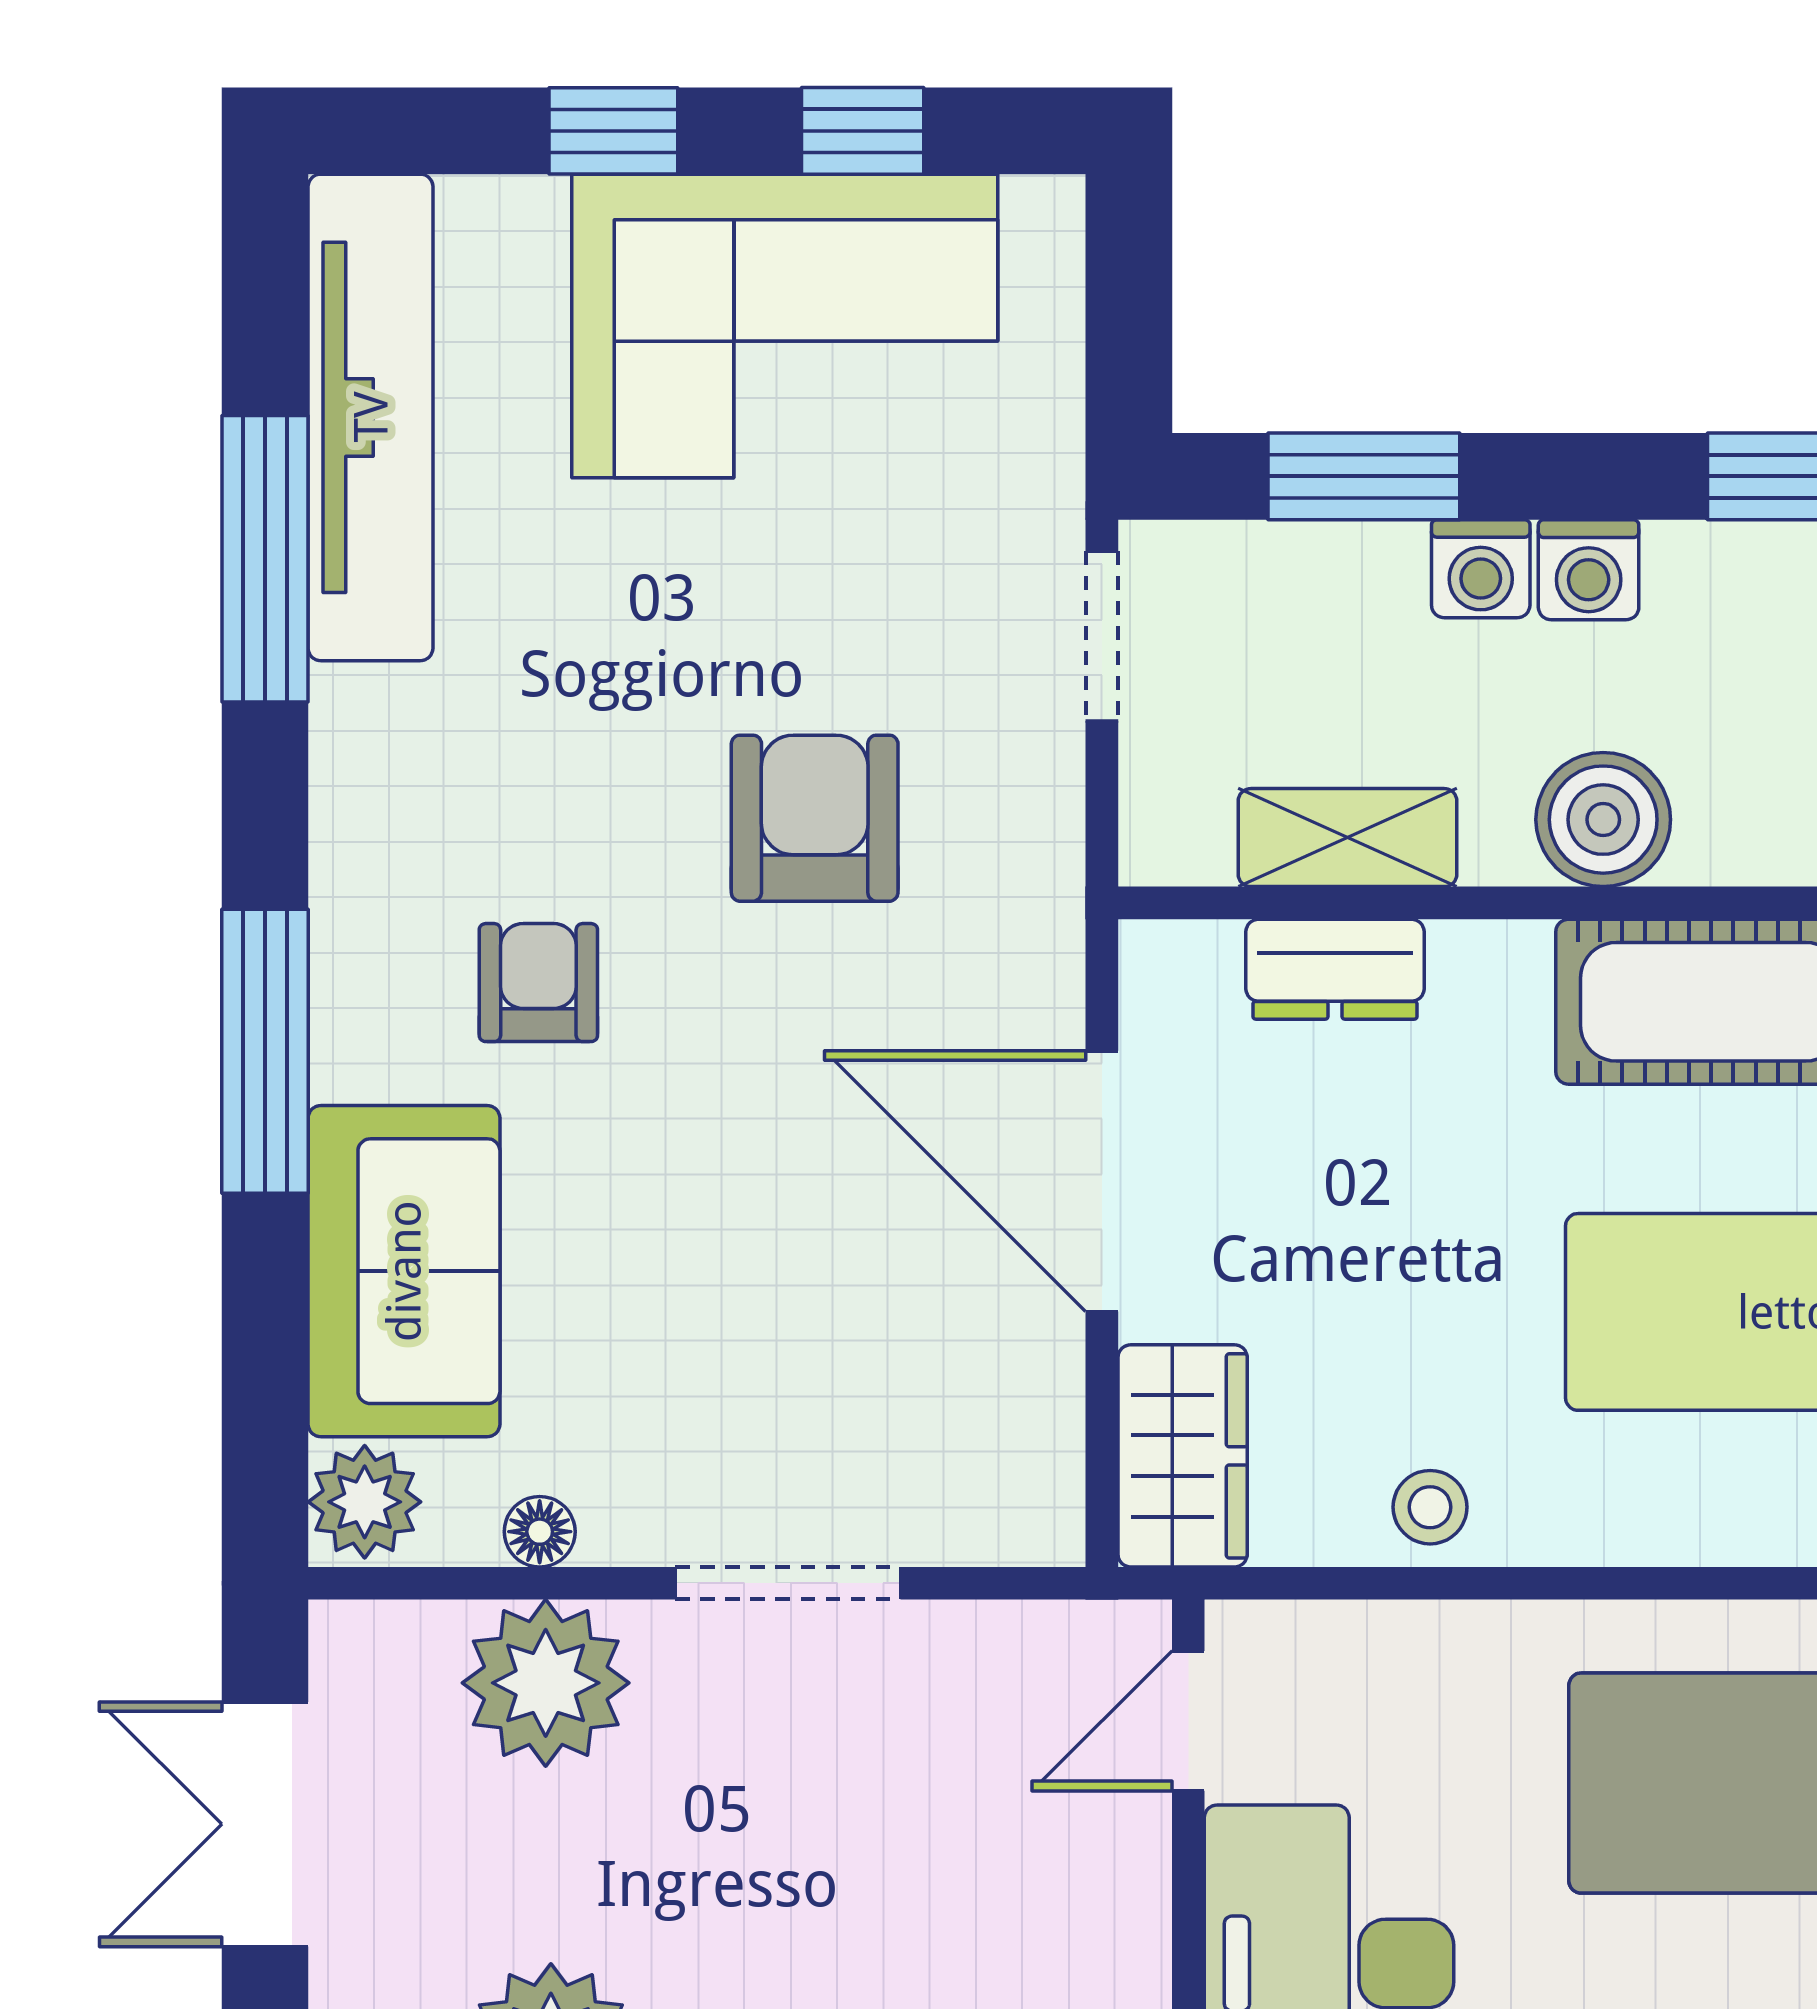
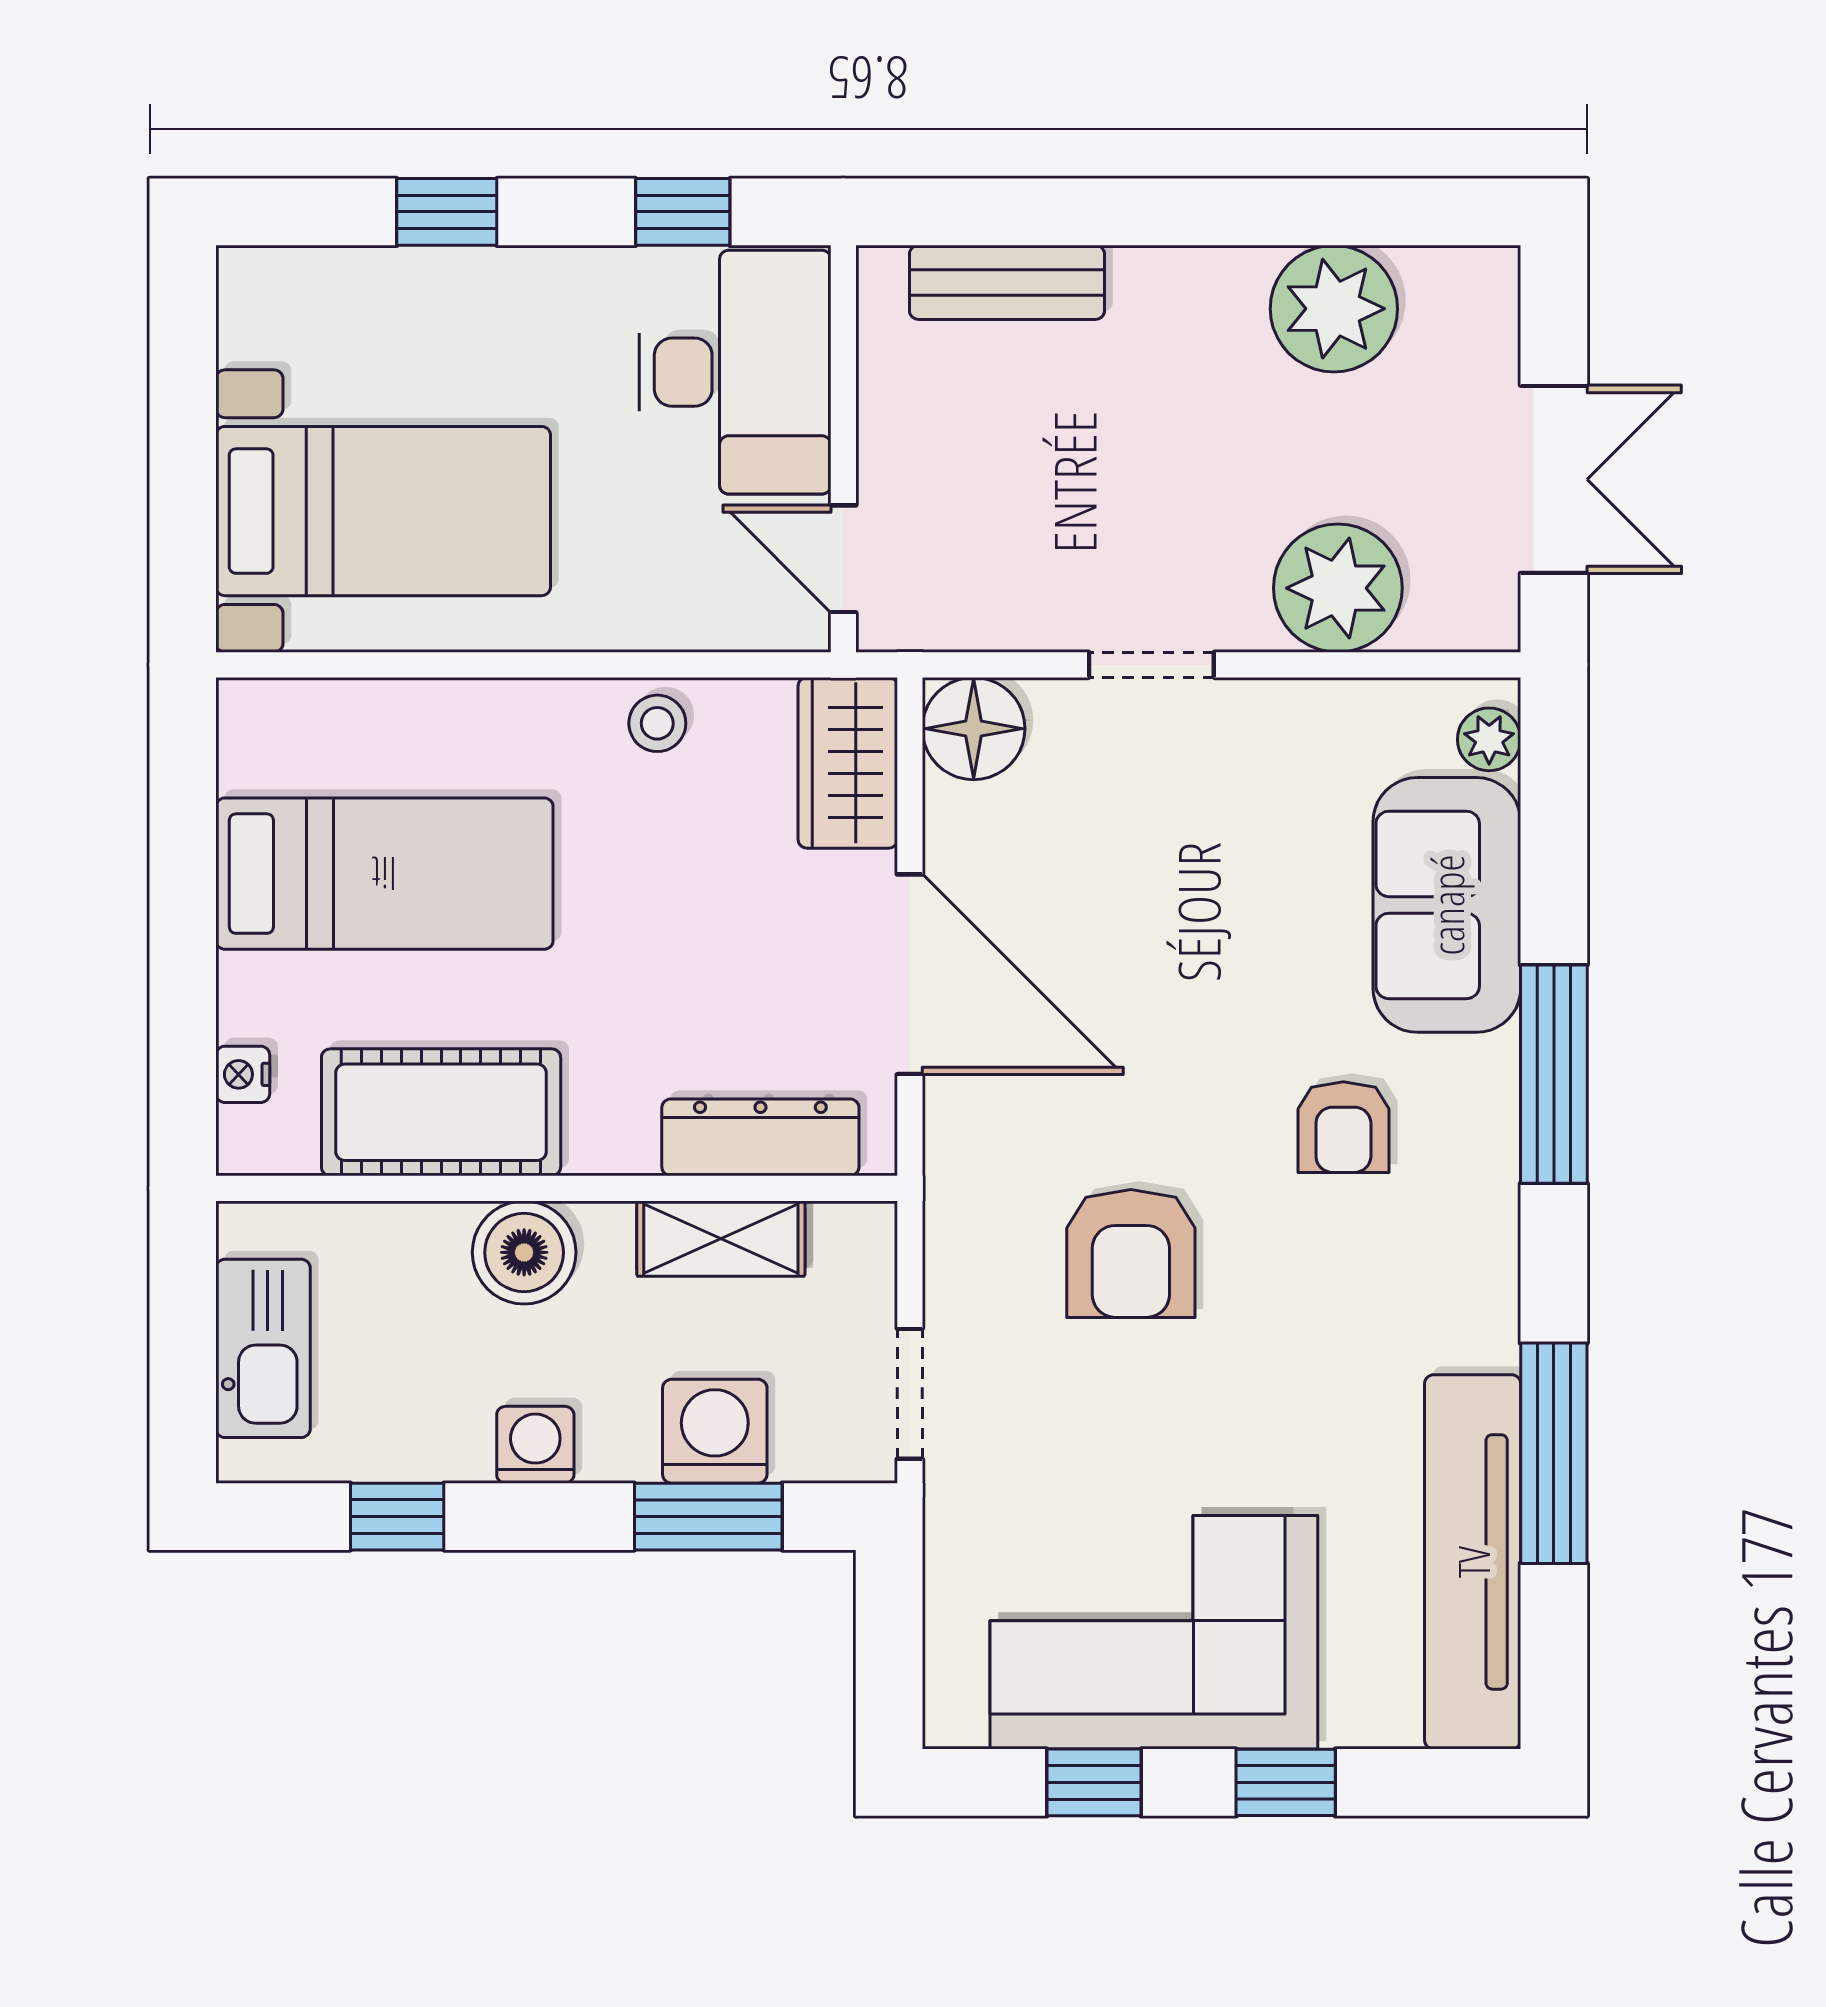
washing machine: (1481, 569) -> (715, 1431), moved, width x1.38, depth x1.38
dresser: (1335, 969) -> (760, 1137), width x1.44
plant: (365, 1502) -> (1489, 739), width x0.73, depth x0.73
floor lamp: (540, 1532) -> (974, 729), moved, width x1.89, depth x1.89
doorway: (788, 1583) -> (1151, 665), width x0.73
door: (1188, 1721) -> (843, 559), swing flipped

